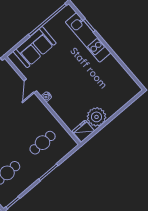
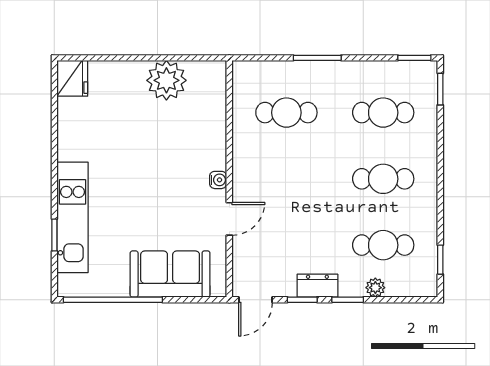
fridge: (83, 131) -> (72, 78), moved, turned -90

